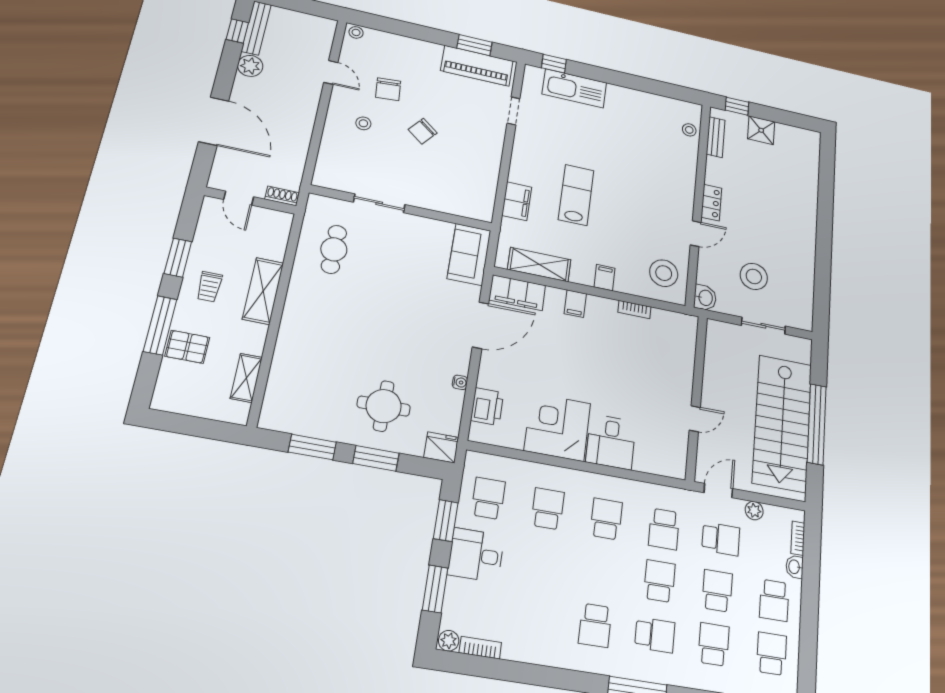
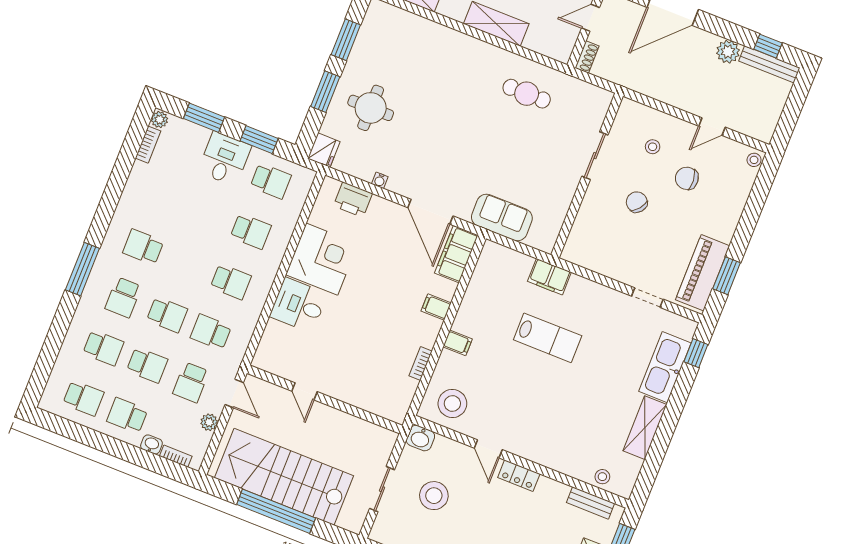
sliding door: (379, 203) -> (595, 156), moved
wall: (401, 208) -> (587, 175), moved
shelving: (539, 264) -> (645, 428), moved

